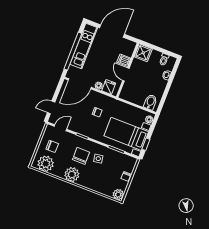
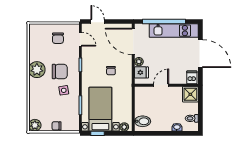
dishwasher: (124, 60) -> (192, 77), moved
plant: (46, 164) -> (38, 38), removed

